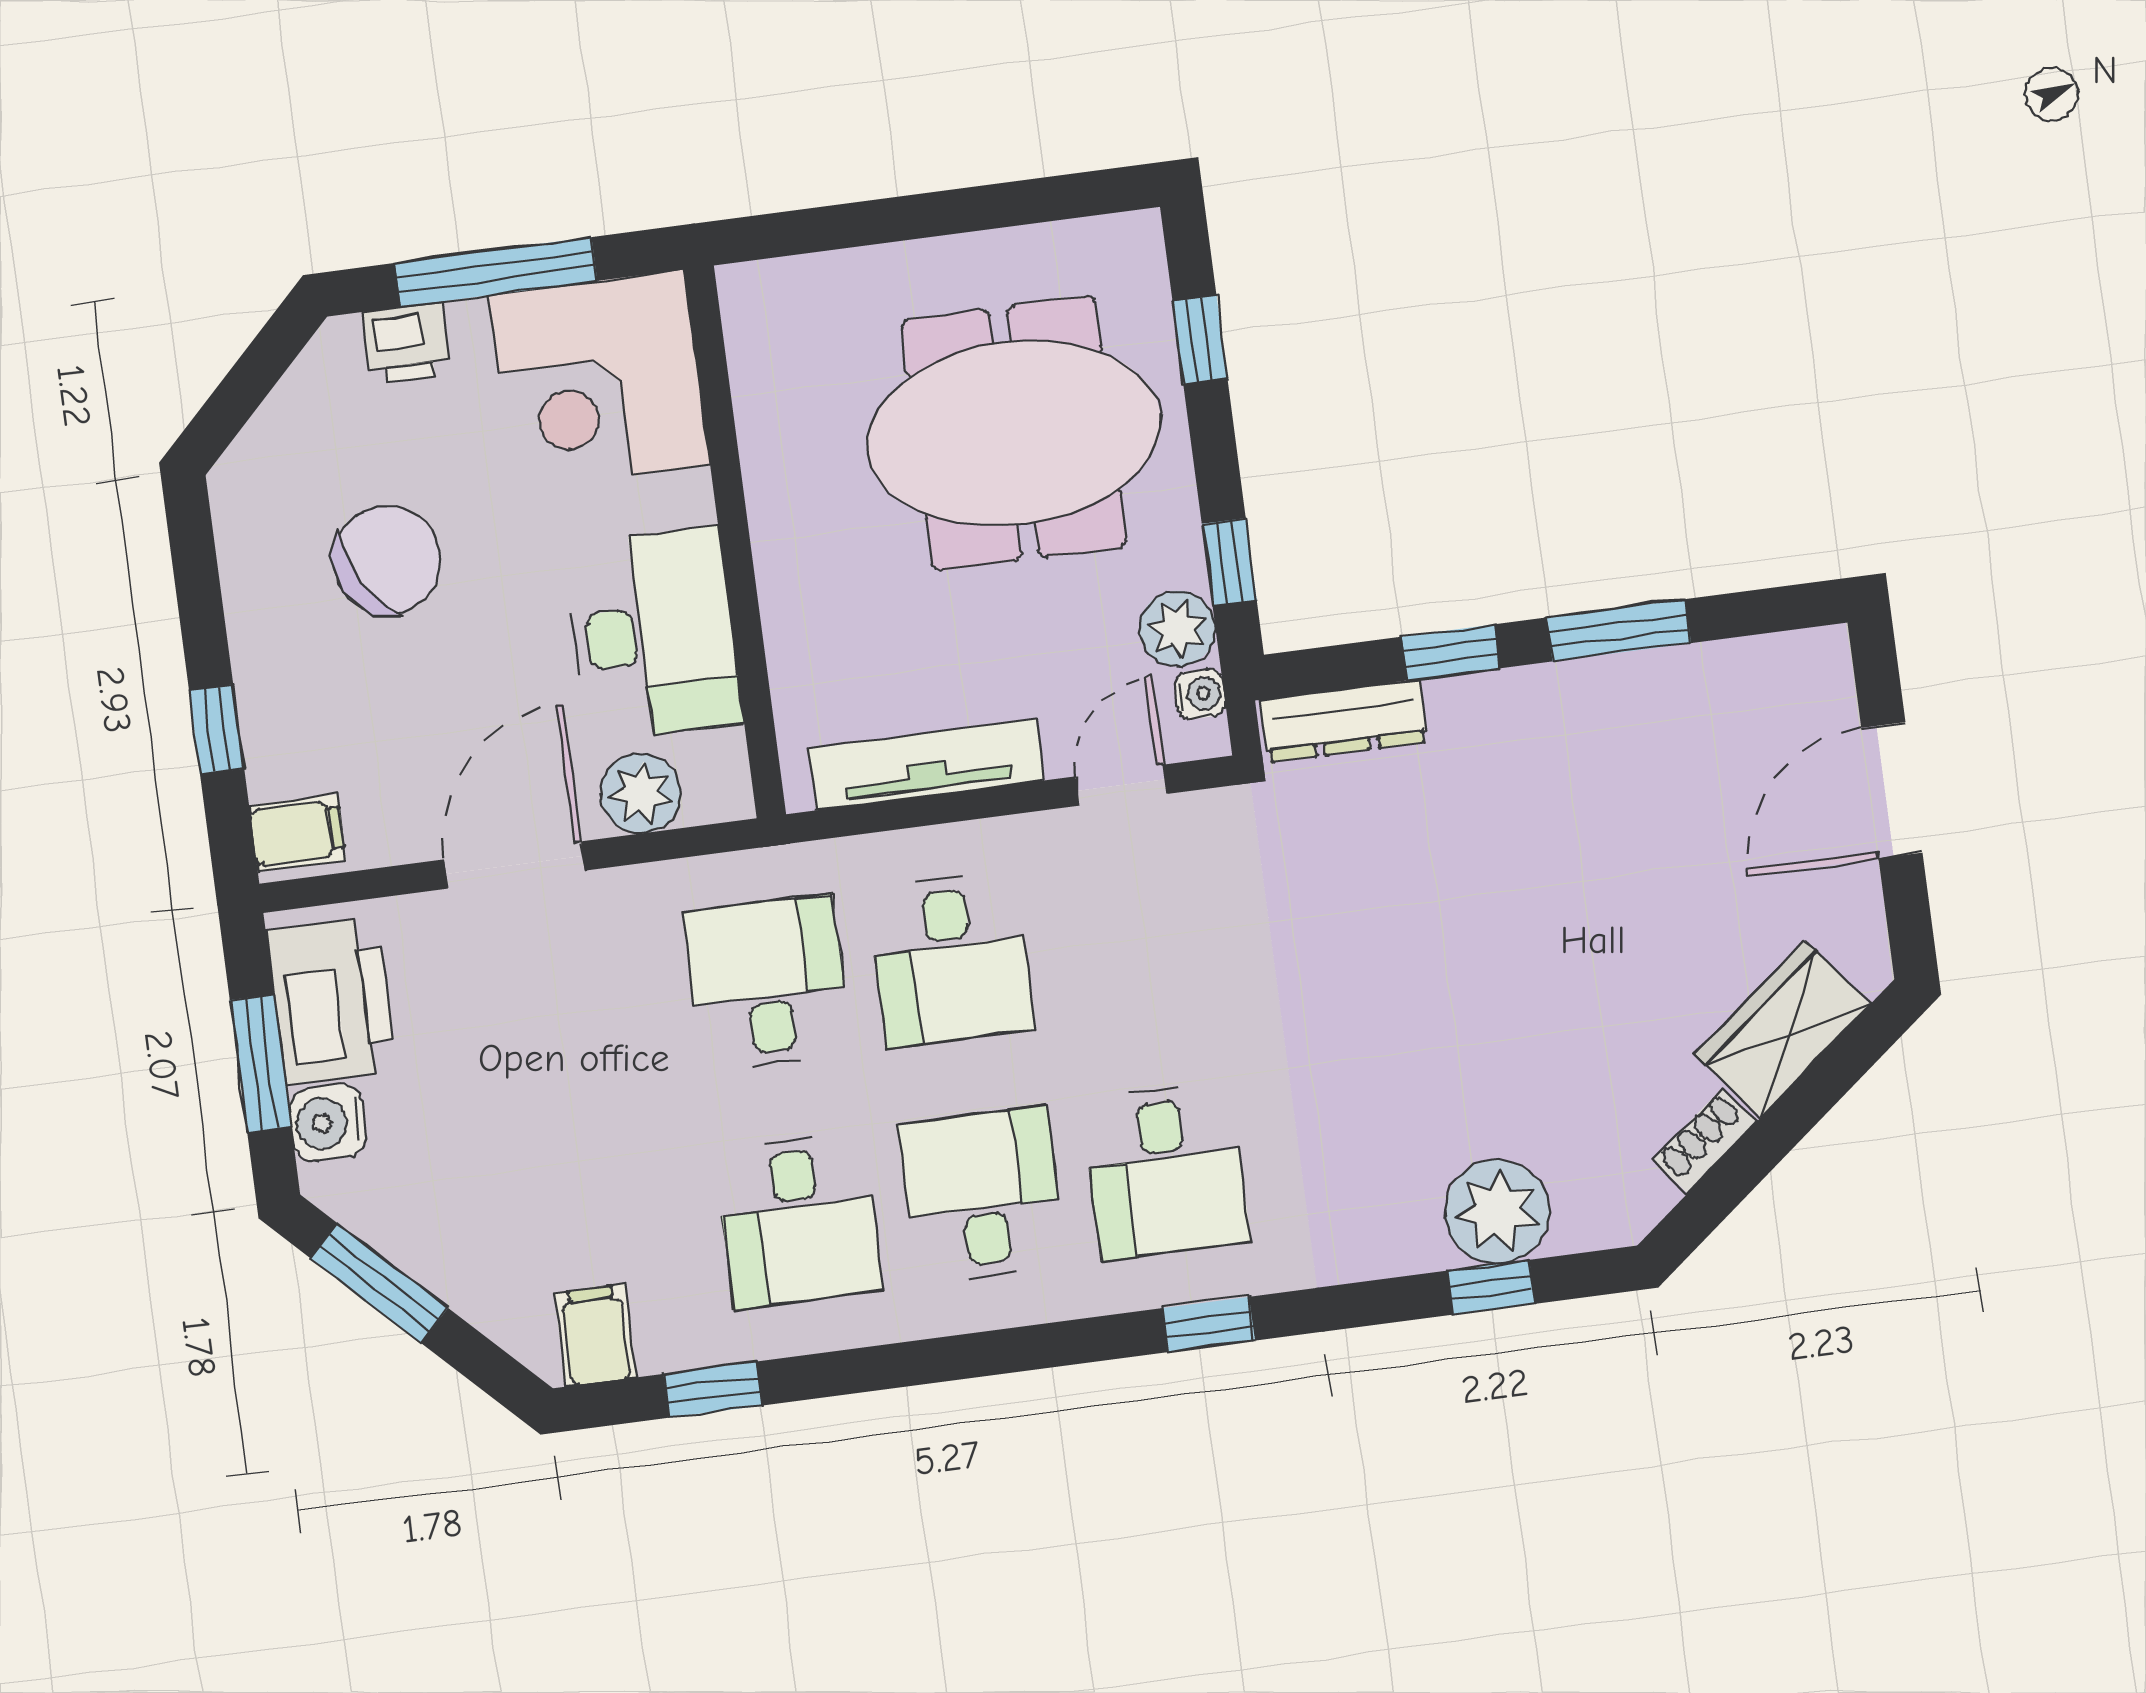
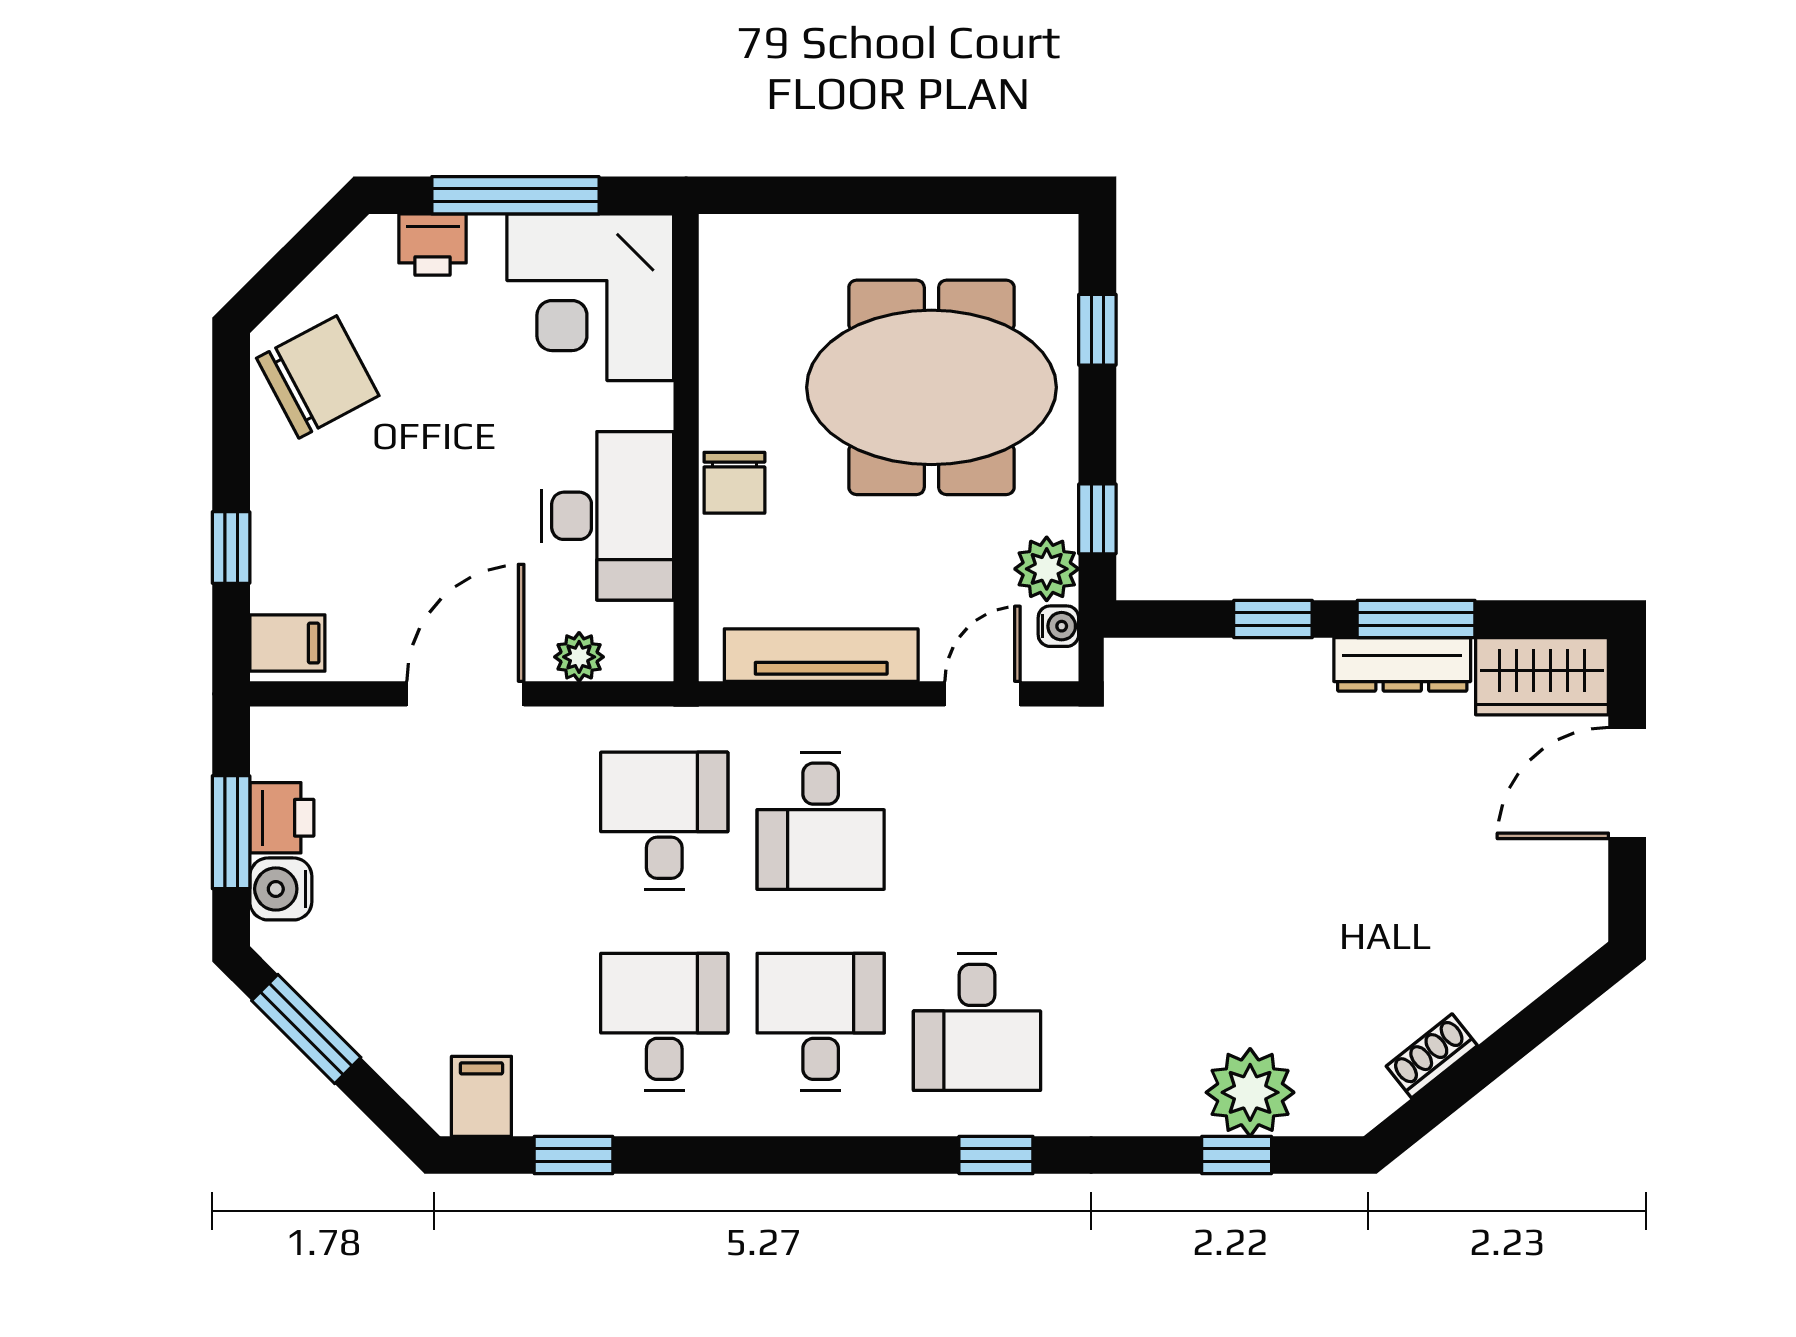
chair: (387, 560) -> (318, 377), moved
chair: (798, 576) -> (734, 483), added
dresser: (1344, 721) -> (1402, 664), moved
plant: (641, 793) -> (579, 657), width x0.73, depth x0.73
printer: (331, 1000) -> (282, 818), width x0.53, depth x0.68
wardrobe: (1783, 1029) -> (1542, 676), moved, turned -142
desk: (798, 1219) -> (664, 1022), turned 180

